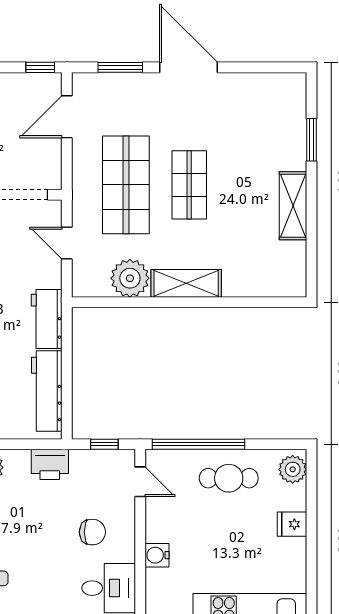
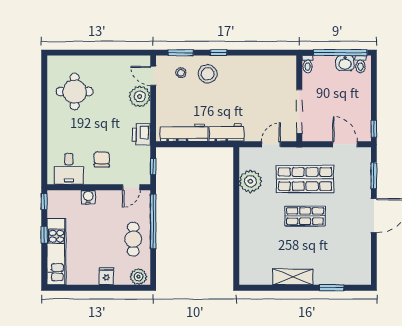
shelving: (186, 283) -> (247, 214), removed
chair: (92, 532) -> (102, 159), turned 180

